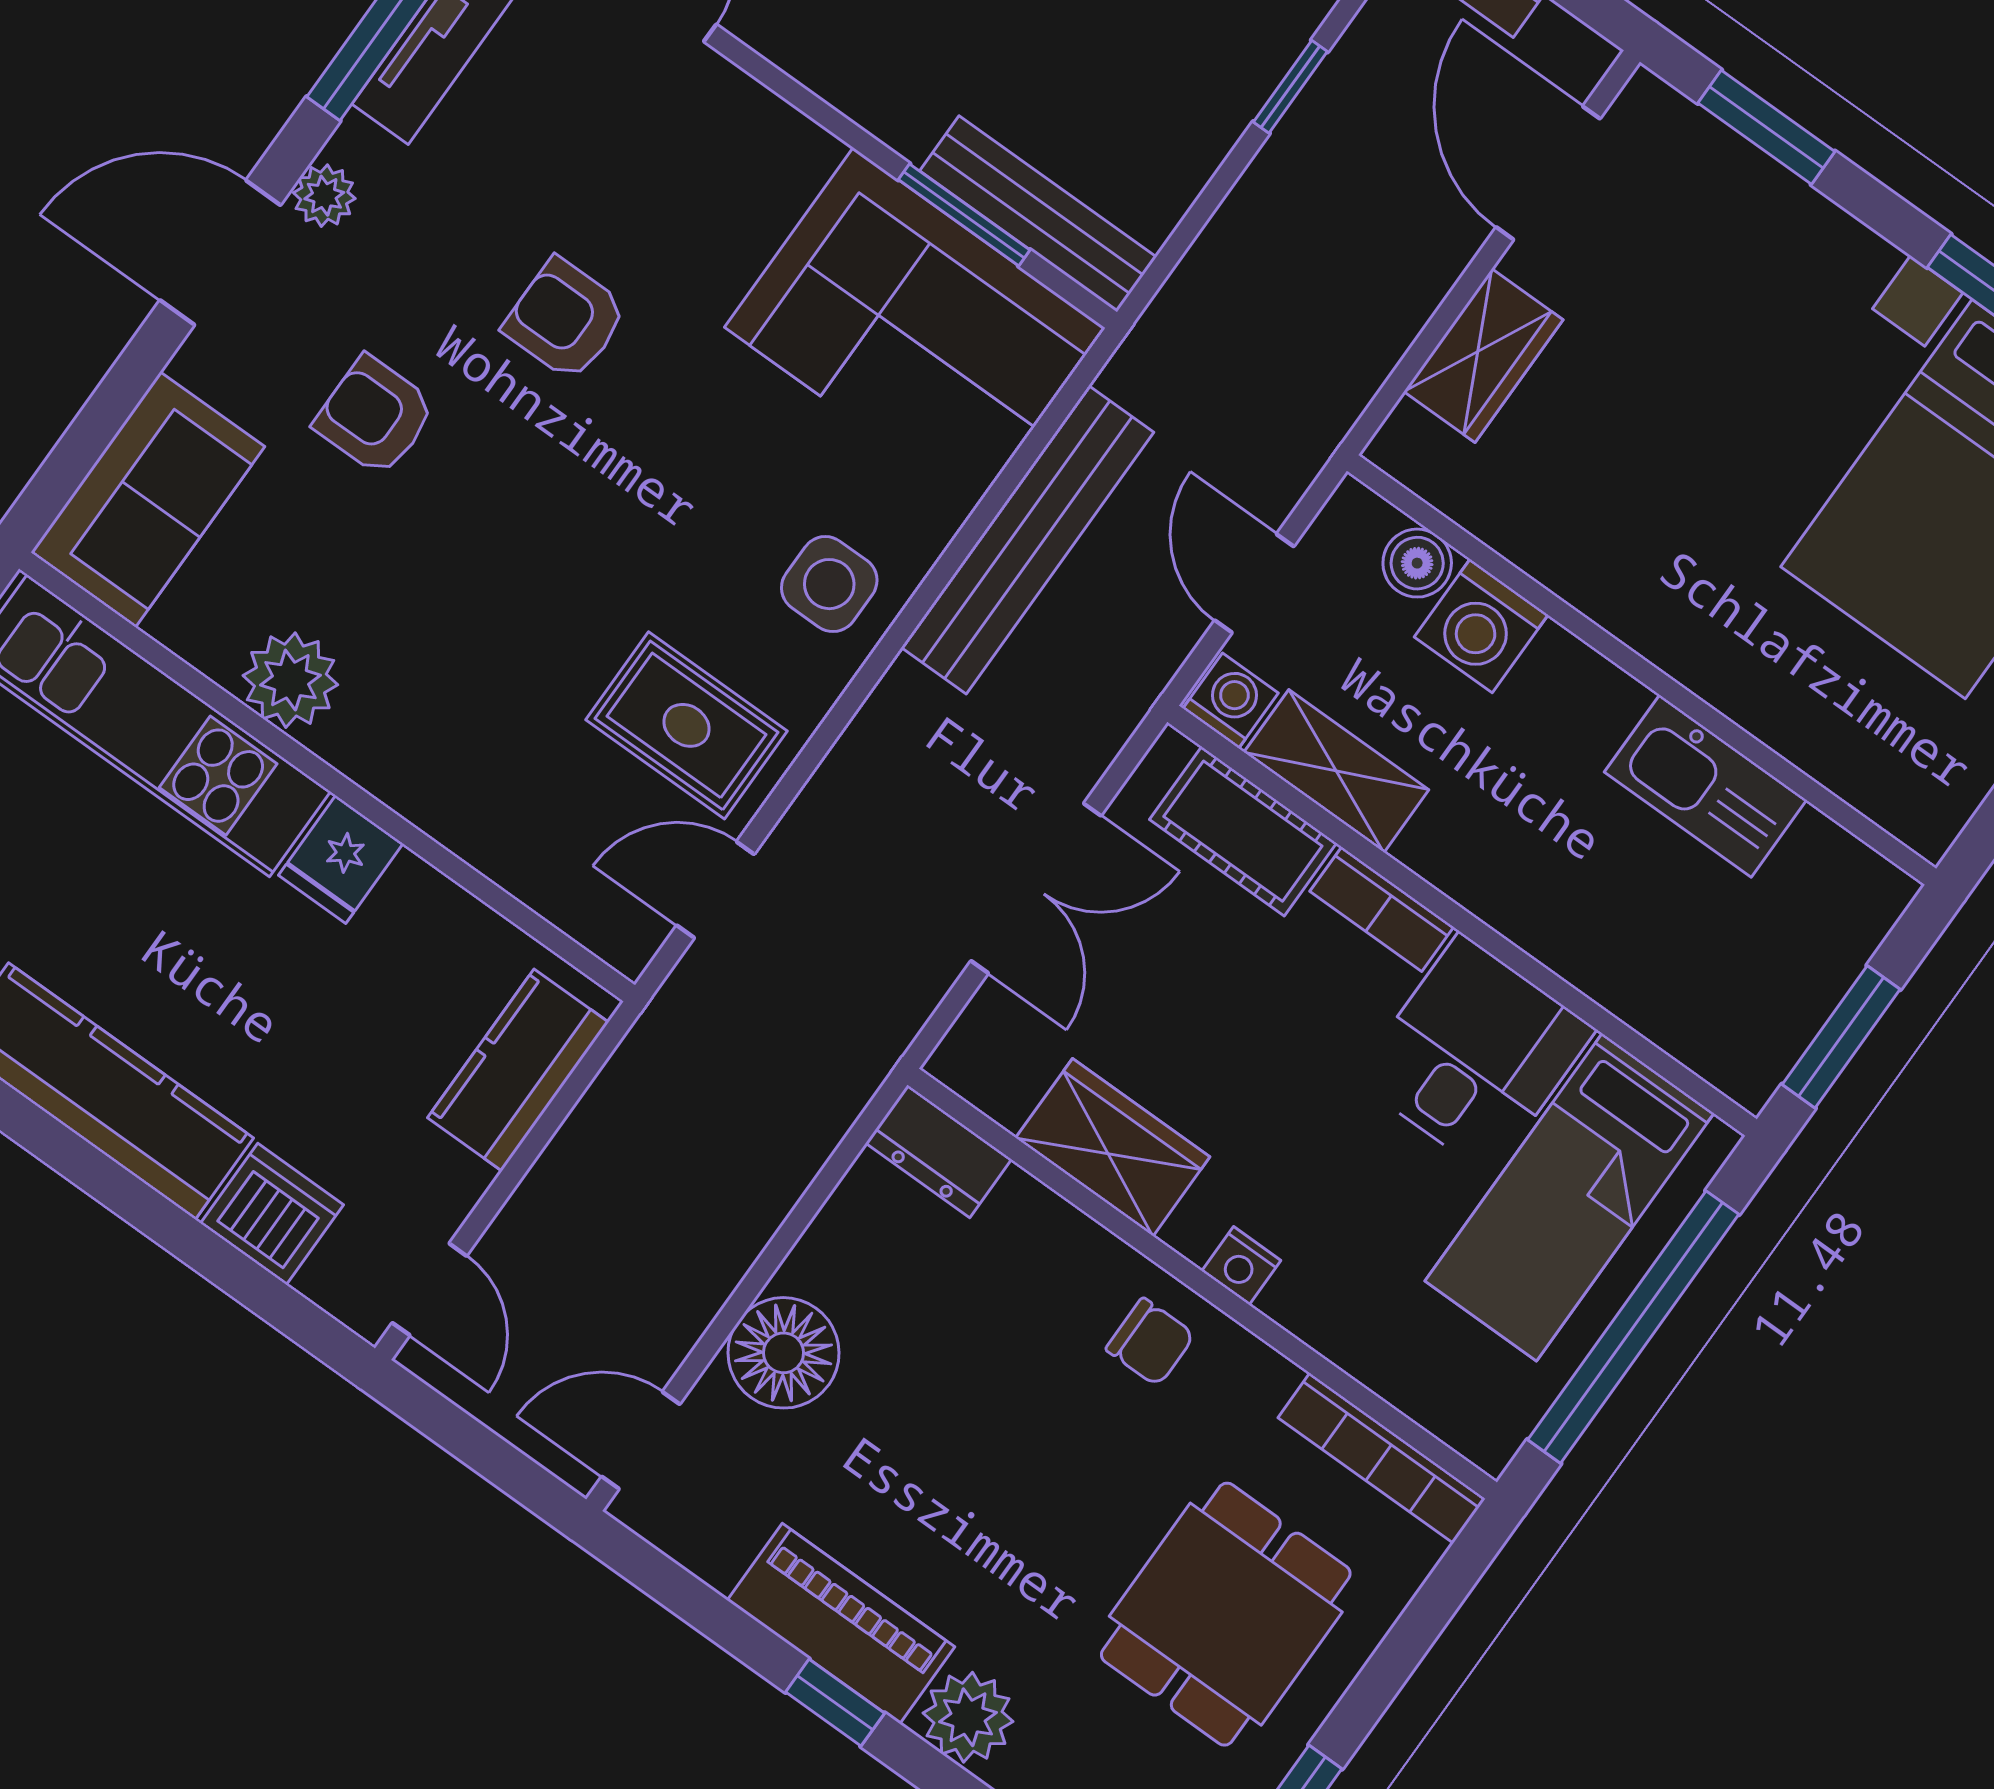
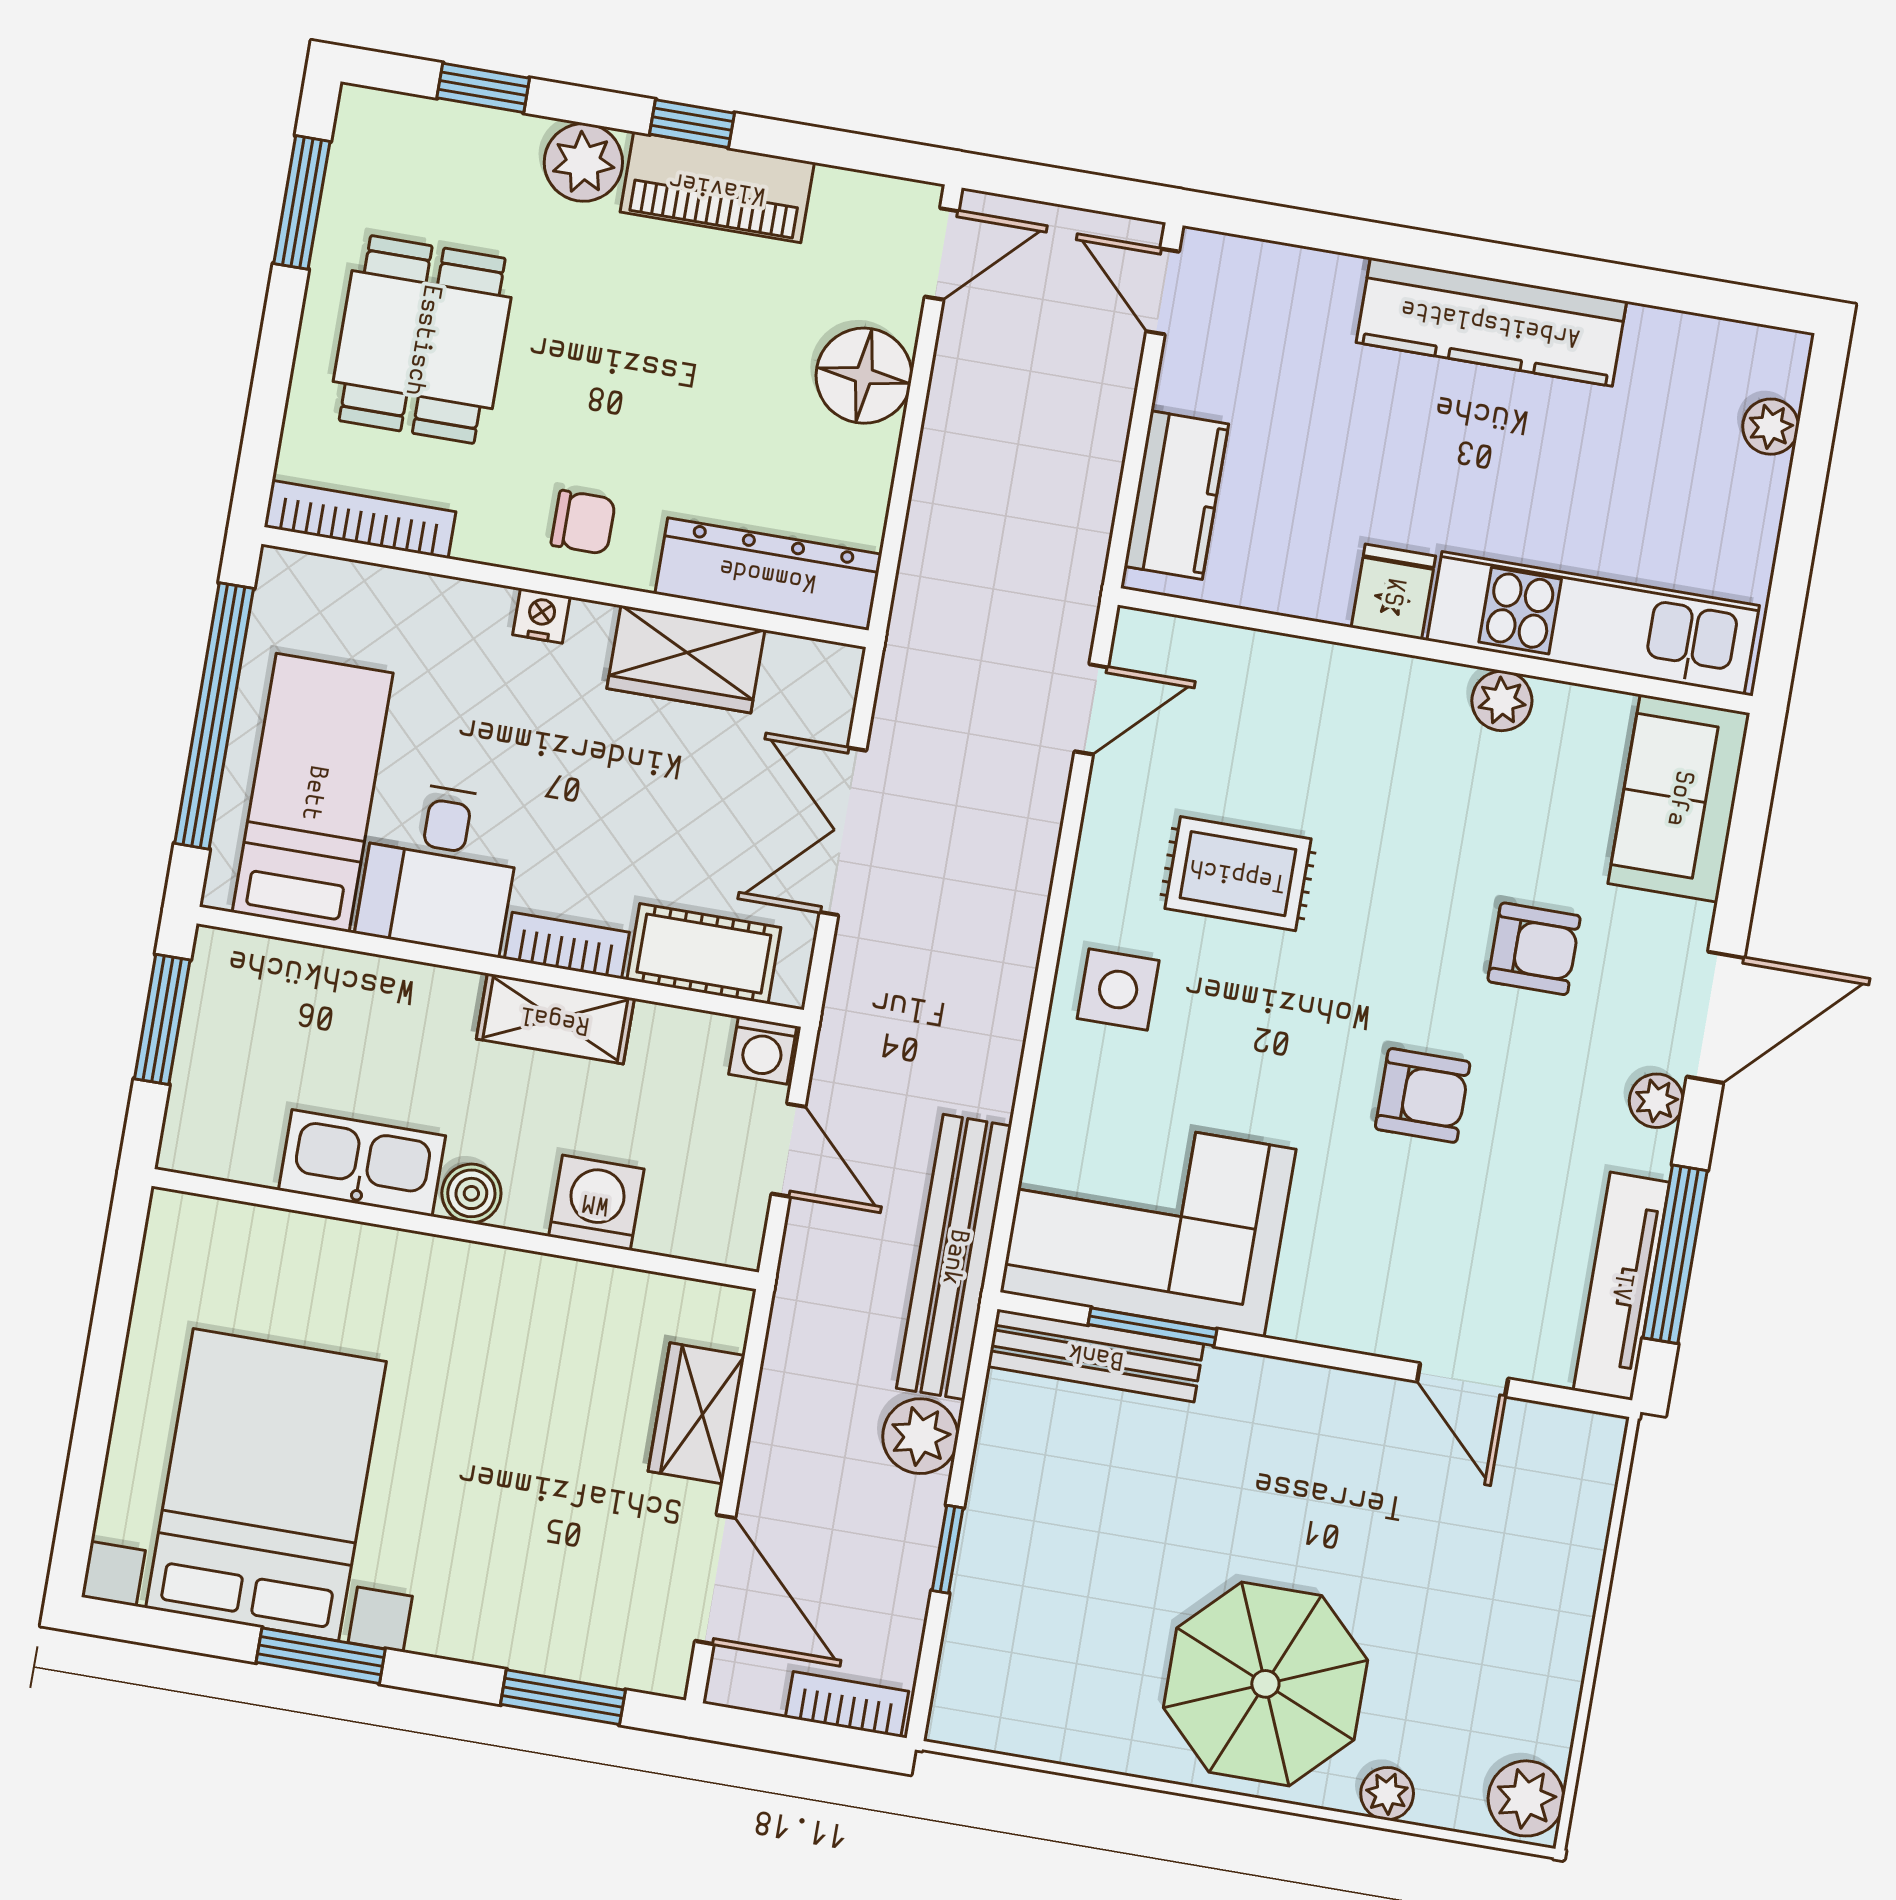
plant: (1262, 218) -> (920, 1436), added
bench: (1027, 540) -> (954, 1257), moved
boiler: (1417, 563) -> (471, 1193), moved
plant: (290, 680) -> (1502, 701), width x0.73, depth x0.73
rug: (687, 725) -> (1238, 874), moved
shelving: (1336, 771) -> (555, 1019), moved
dresser: (939, 1151) -> (768, 574), width x1.96, depth x1.24
dishwasher: (272, 1214) -> (1313, 291), removed
chair: (1150, 1342) -> (583, 522), turned 180

